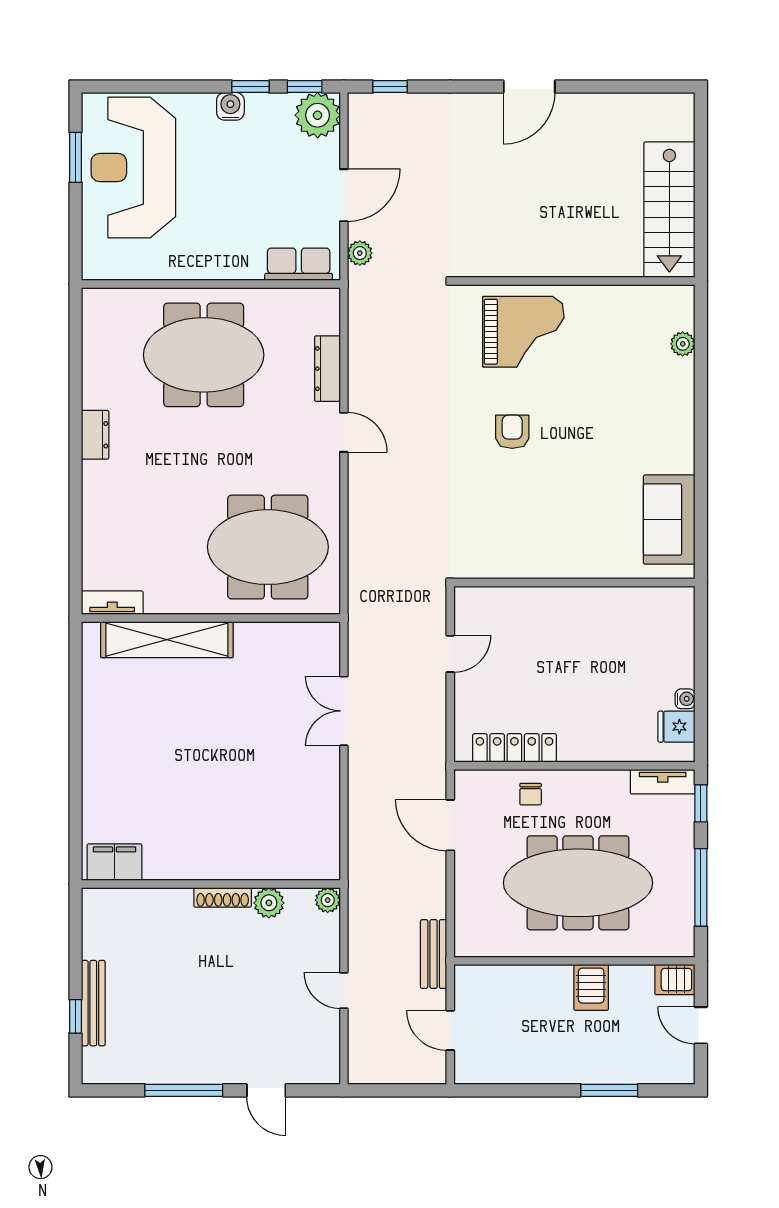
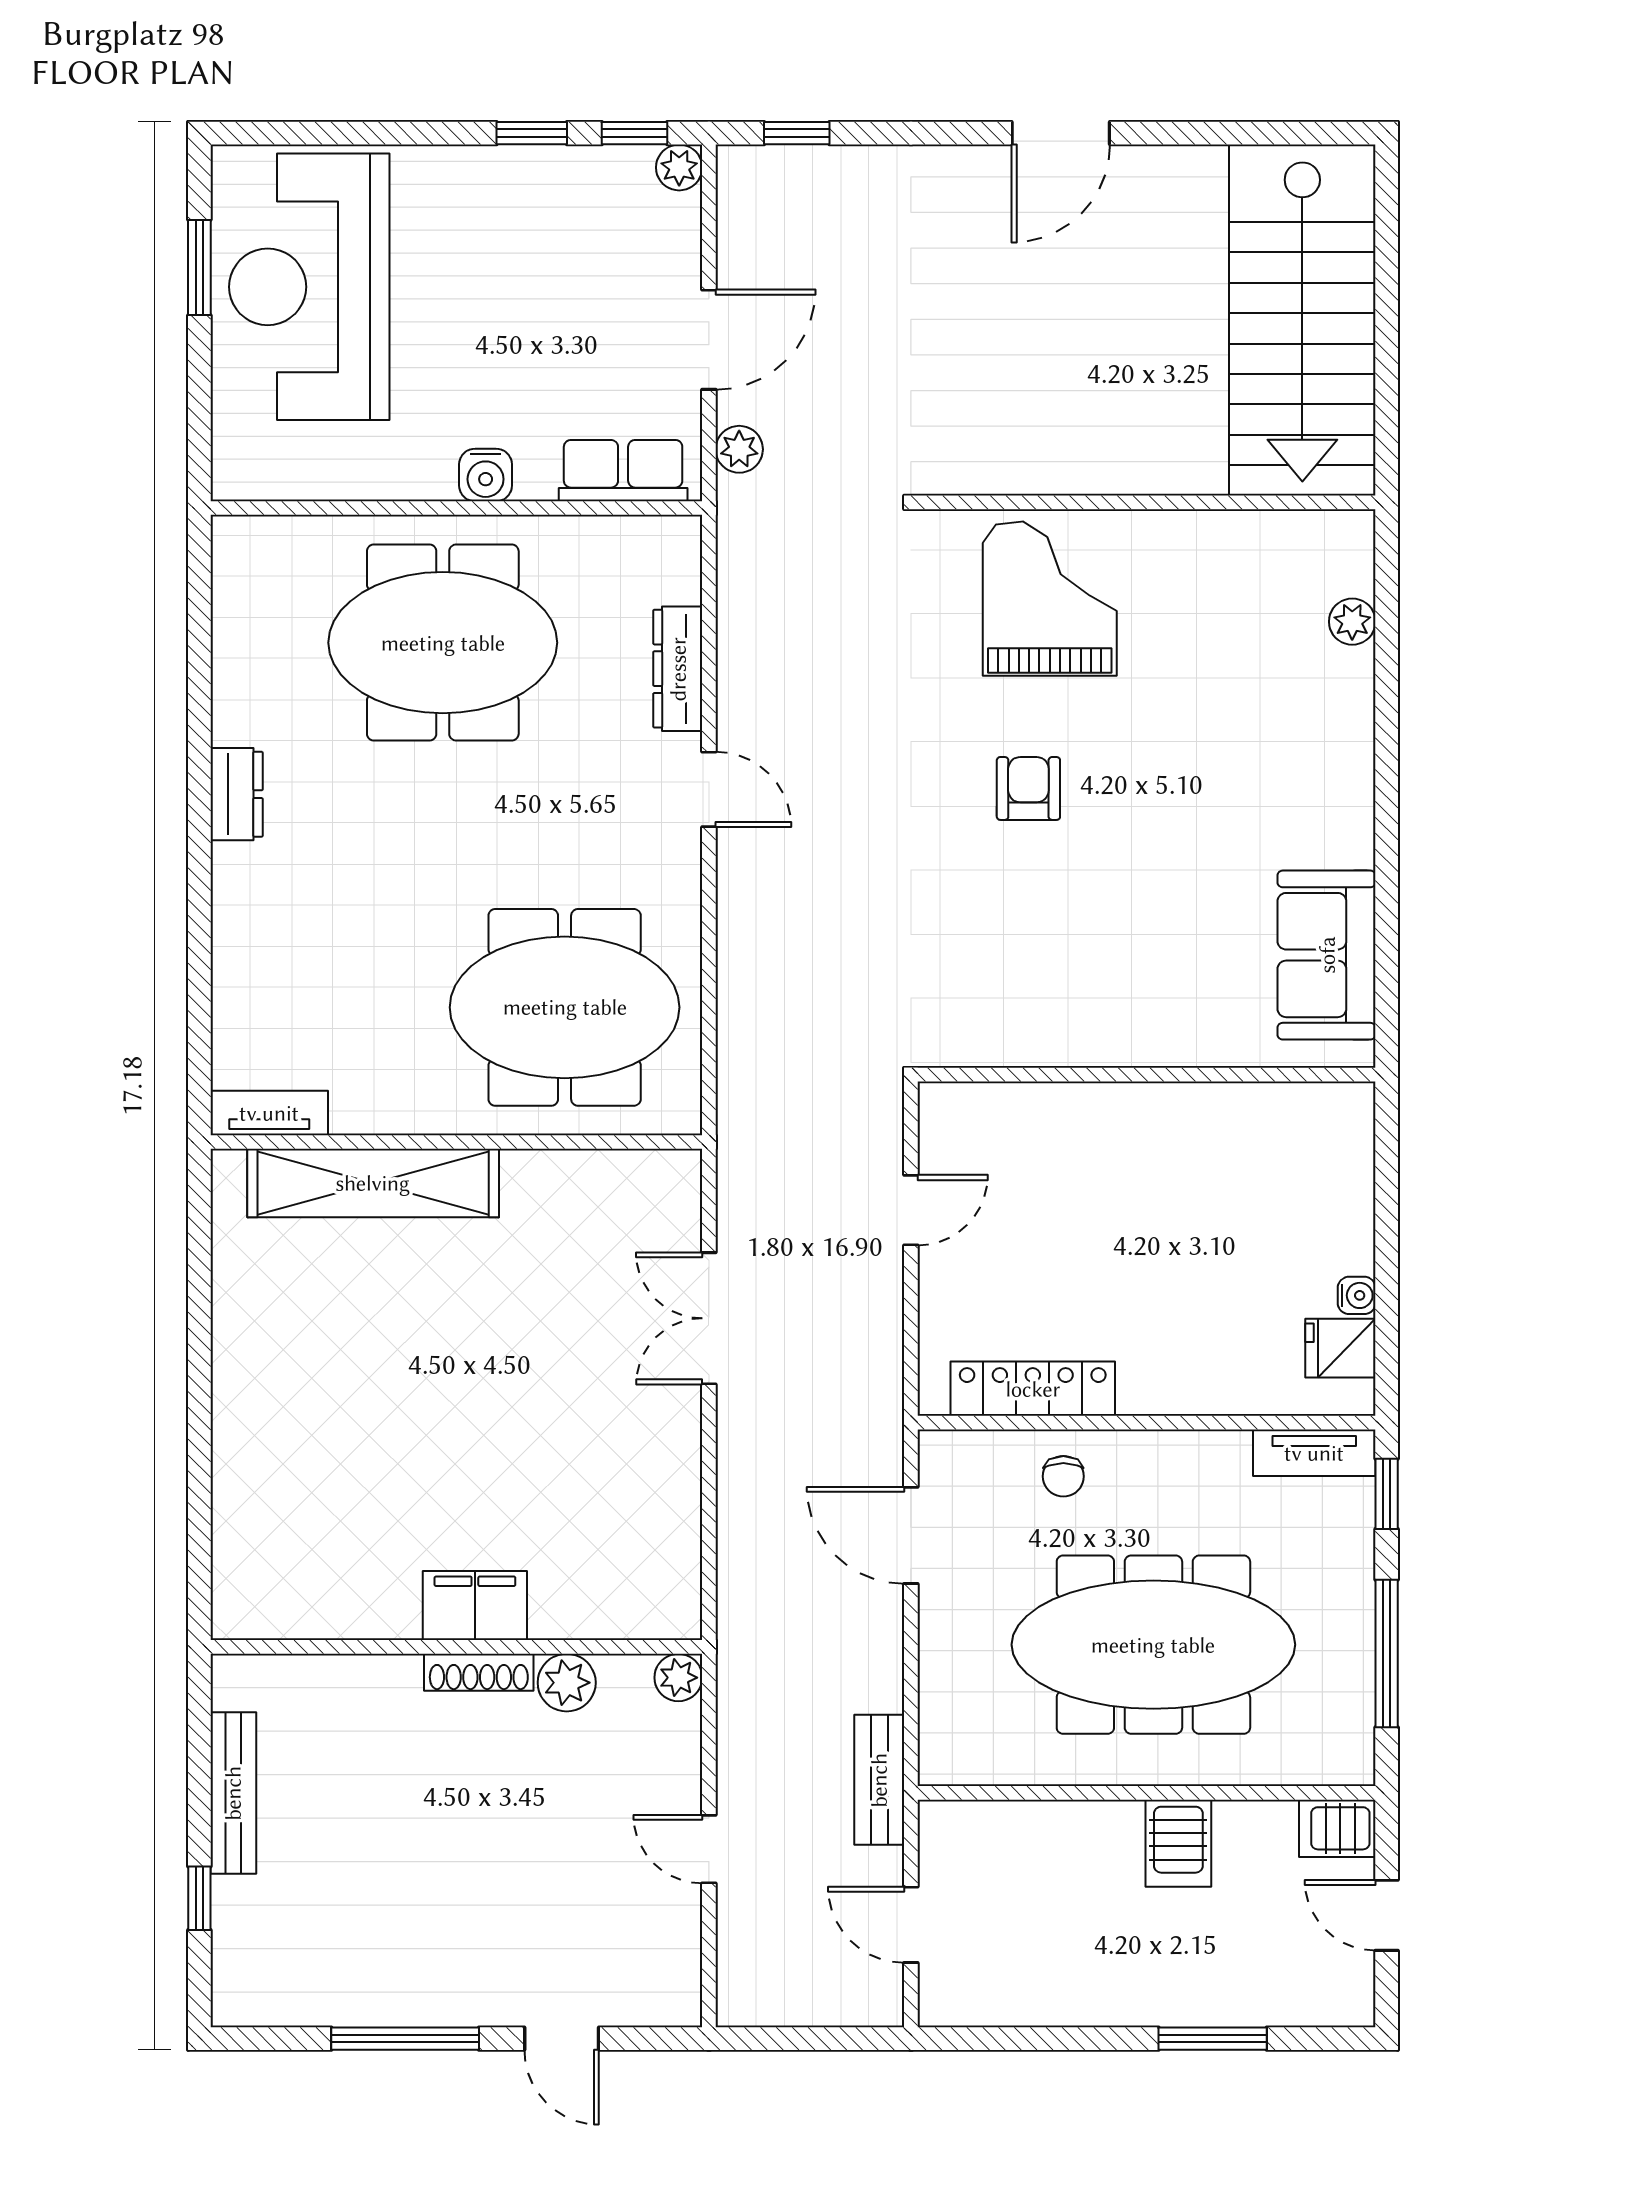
water cooler: (230, 106) -> (486, 475), moved, turned 180
plant: (318, 115) -> (679, 167), width x0.53, depth x0.53
stairs: (669, 210) -> (1302, 320), width x1.36, depth x1.51
grand piano: (523, 332) -> (1050, 599), turned -90
filing cabinet: (115, 862) -> (475, 1606), moved
bench: (93, 1003) -> (233, 1793), moved

